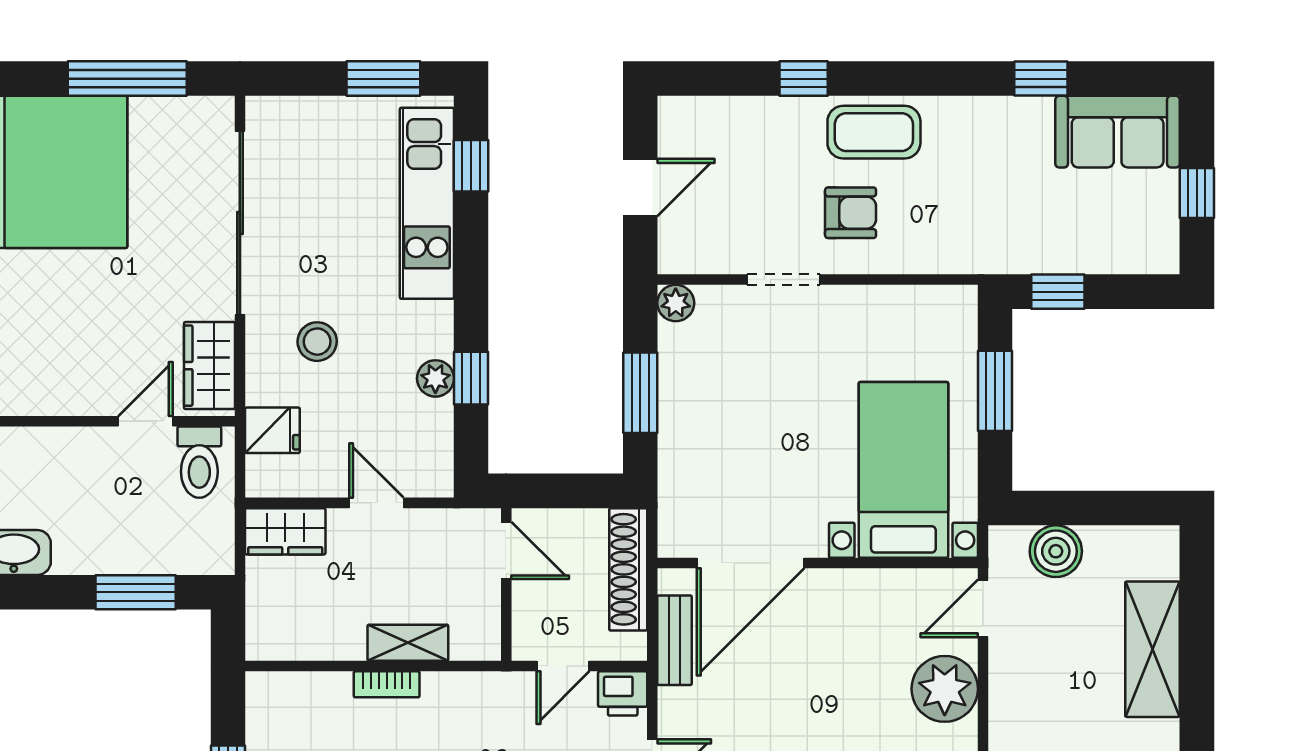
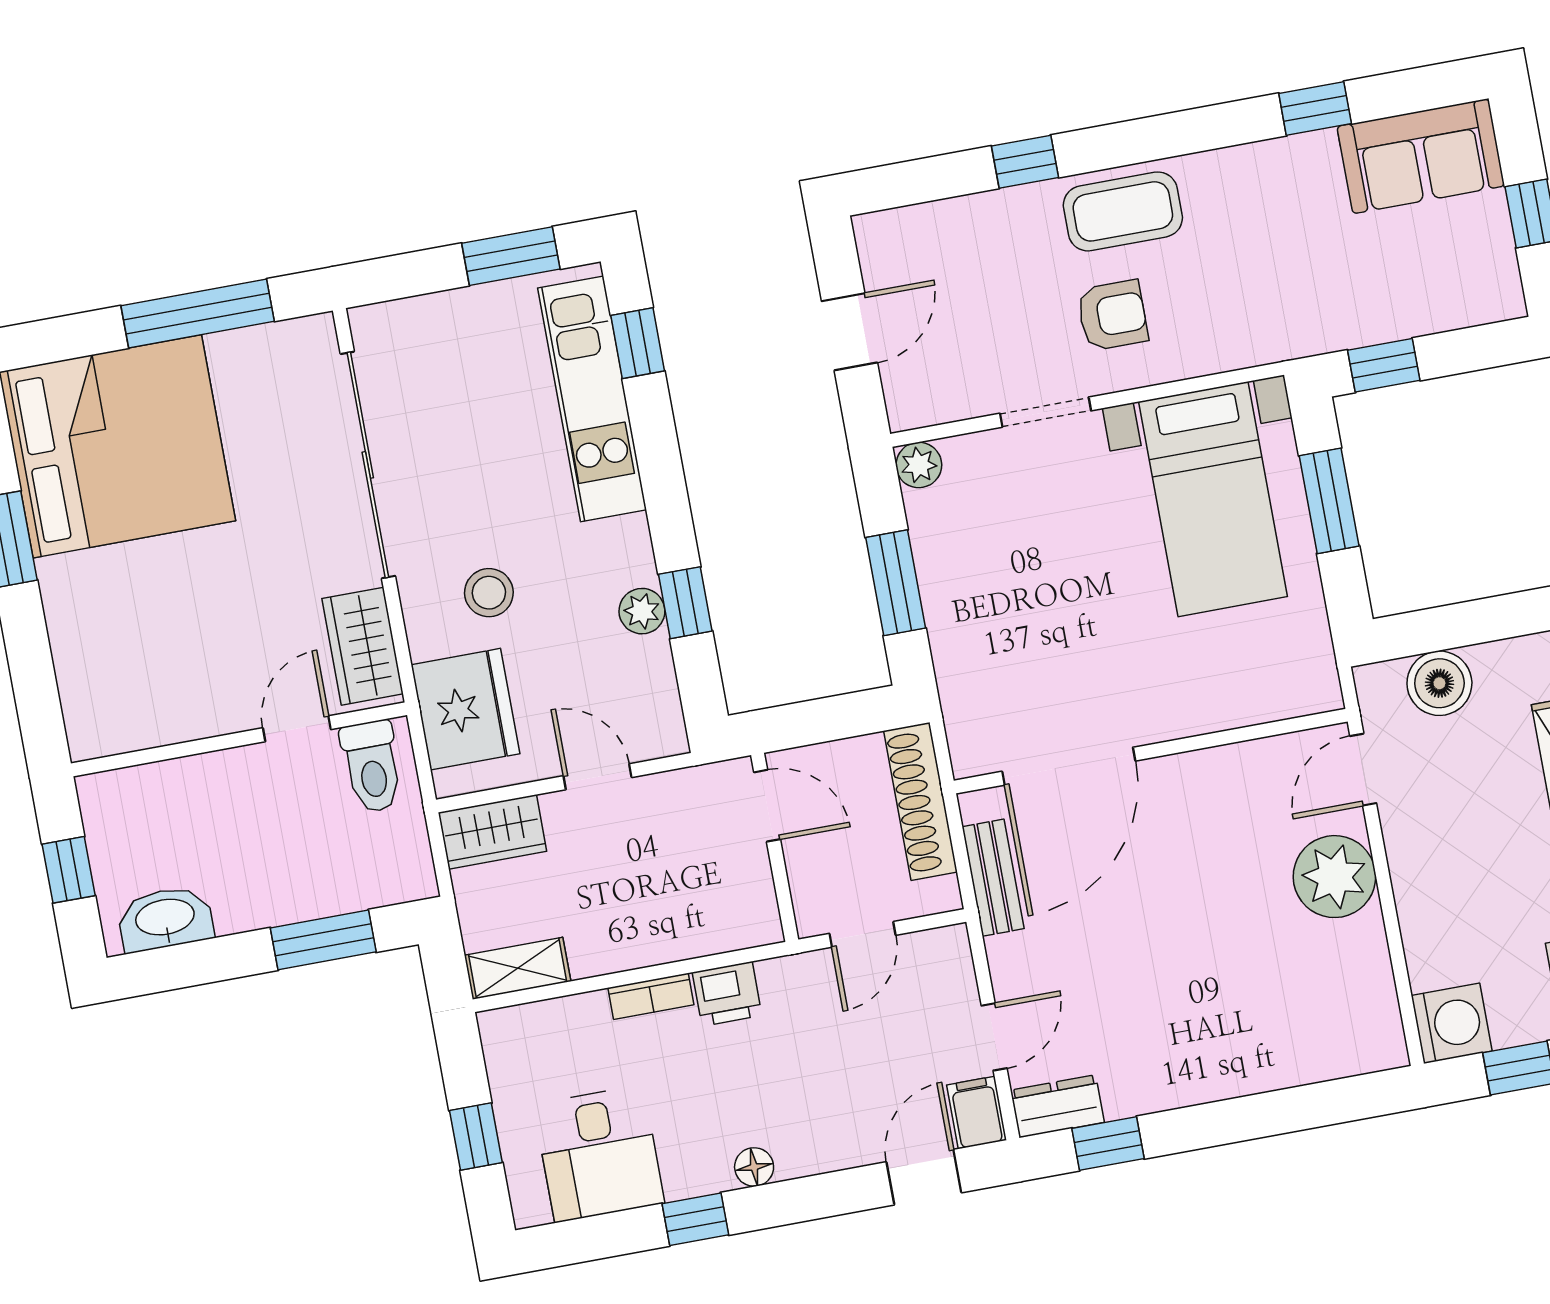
fridge: (272, 430) -> (465, 709), width x1.88, depth x1.34
bed with nightstands: (903, 470) -> (1213, 499), moved, turned 180
shelving: (408, 643) -> (518, 968), moved
printer: (623, 693) -> (727, 994), moved

